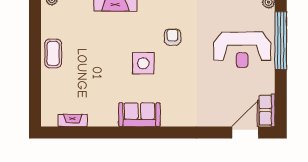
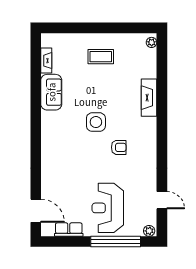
coffee table: (53, 53) -> (101, 57), moved
row of seats: (267, 110) -> (69, 230), moved
sofa: (139, 115) -> (51, 92), moved

